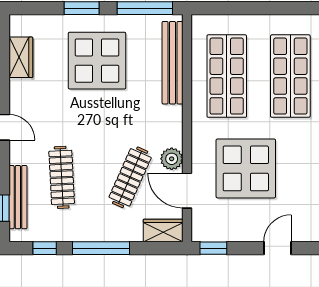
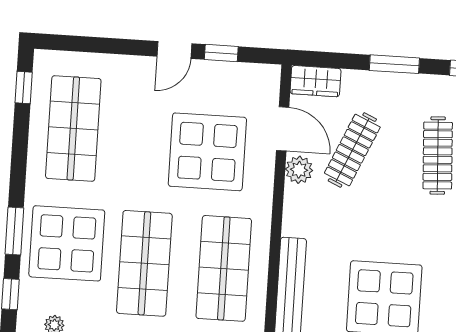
window: (101, 248) -> (394, 64), width x0.69
window: (213, 248) -> (221, 53), moved

